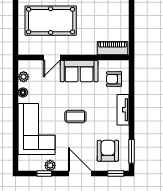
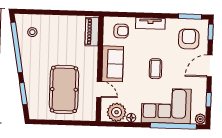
plant: (24, 77) -> (117, 112), width x1.87, depth x1.87
armchair: (114, 79) -> (121, 31), turned -90
window: (16, 137) -> (173, 126), added
armchair: (108, 151) -> (189, 39), turned 90
plant: (50, 165) -> (200, 119), moved

